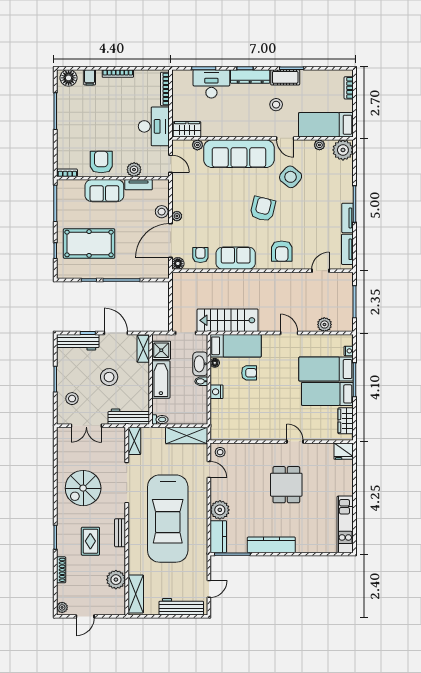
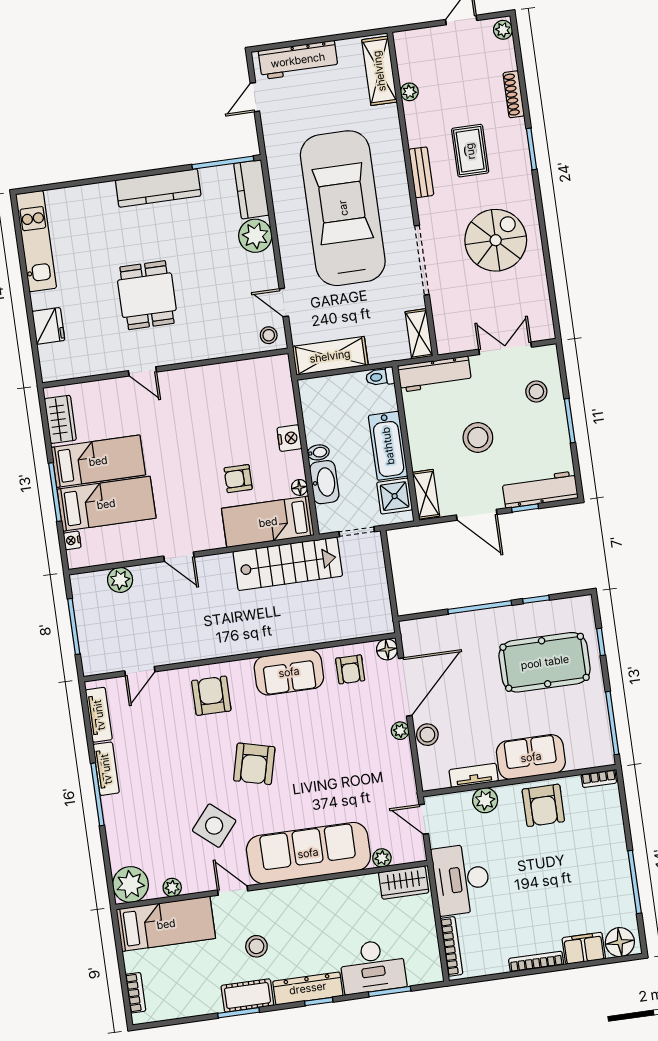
filing cabinet: (90, 77) -> (584, 948), width x2.00
fridge: (344, 451) -> (48, 326), moved, turned 90
plant: (116, 580) -> (409, 92), width x0.53, depth x0.53

